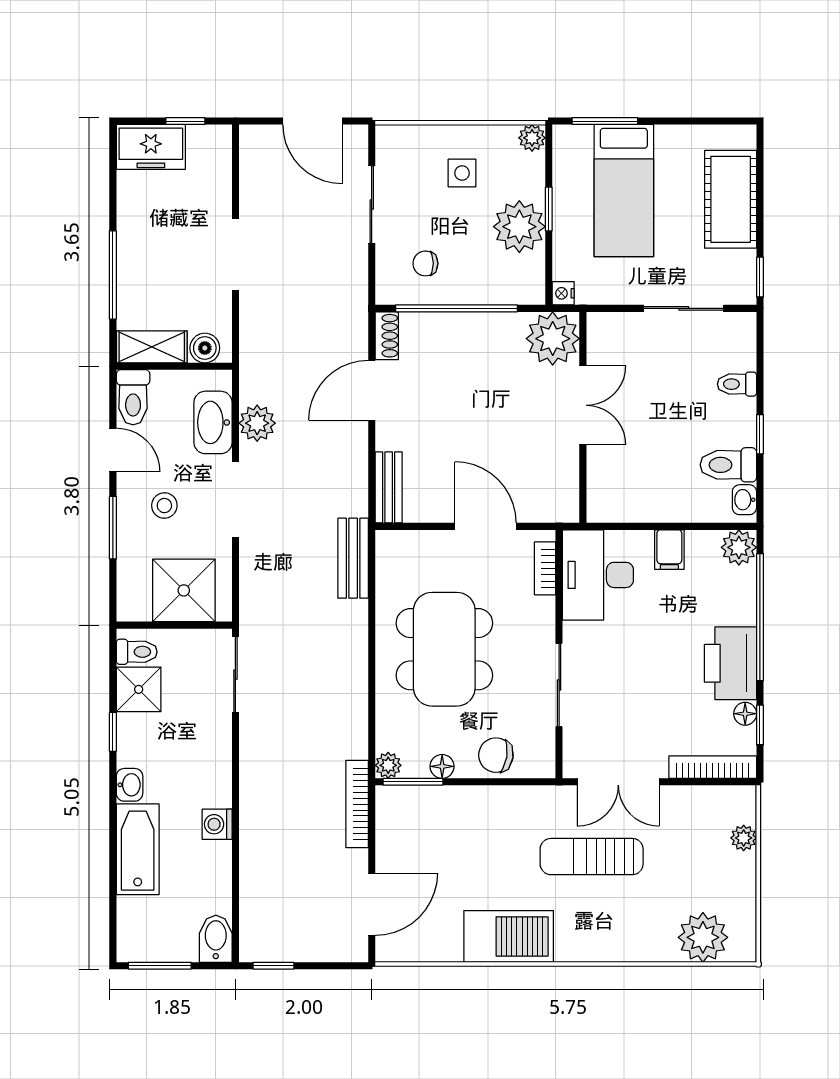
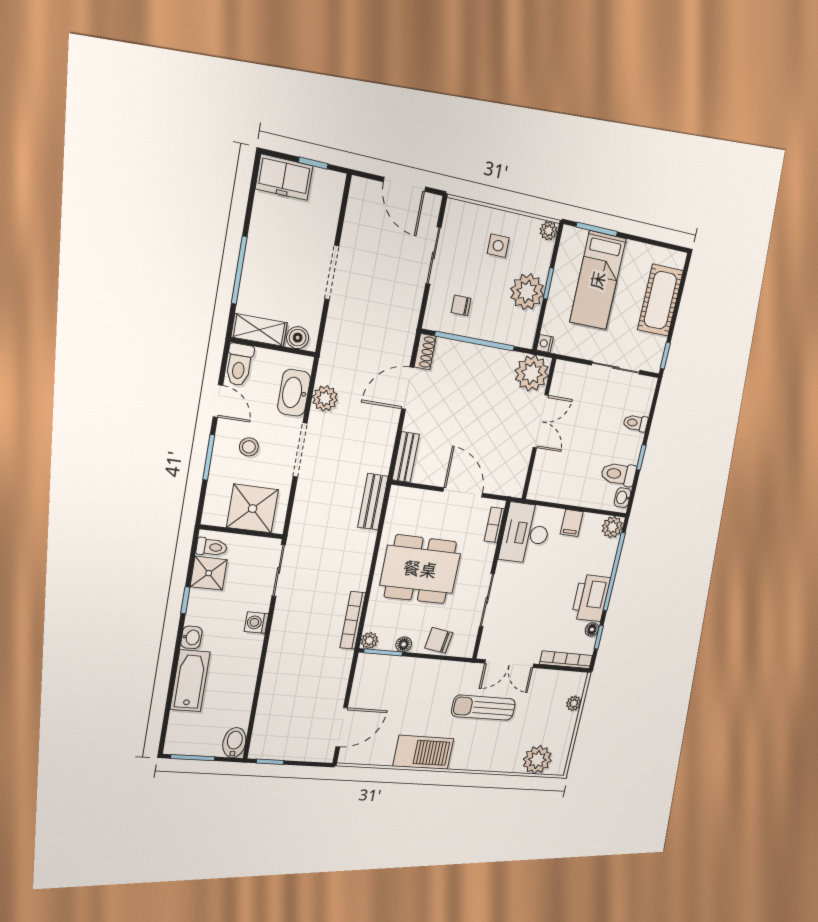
dining table: (444, 649) -> (420, 569), turned 90
bookcase: (357, 804) -> (353, 620), moved
washing machine: (217, 824) -> (256, 623), moved

